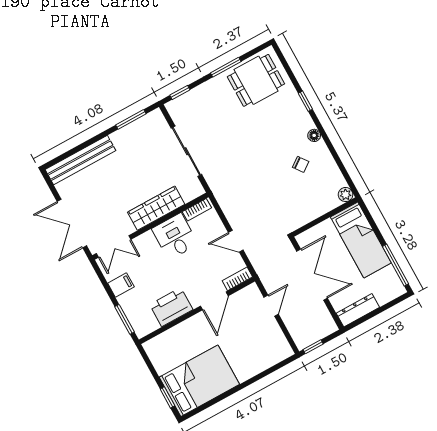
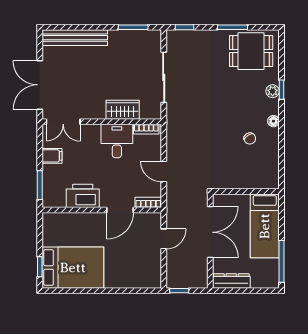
plant: (346, 195) -> (273, 91), moved
wardrobe: (156, 208) -> (123, 110), width x0.67

